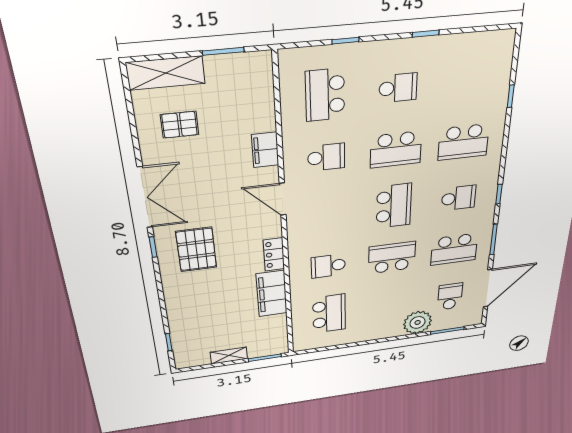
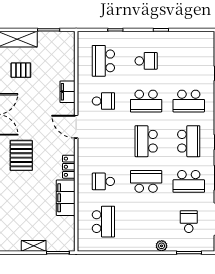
school desk: (459, 198) -> (189, 141), width x1.85
school desk: (394, 206) -> (146, 141), turned 180
plant: (418, 322) -> (162, 246), width x0.53, depth x0.53

